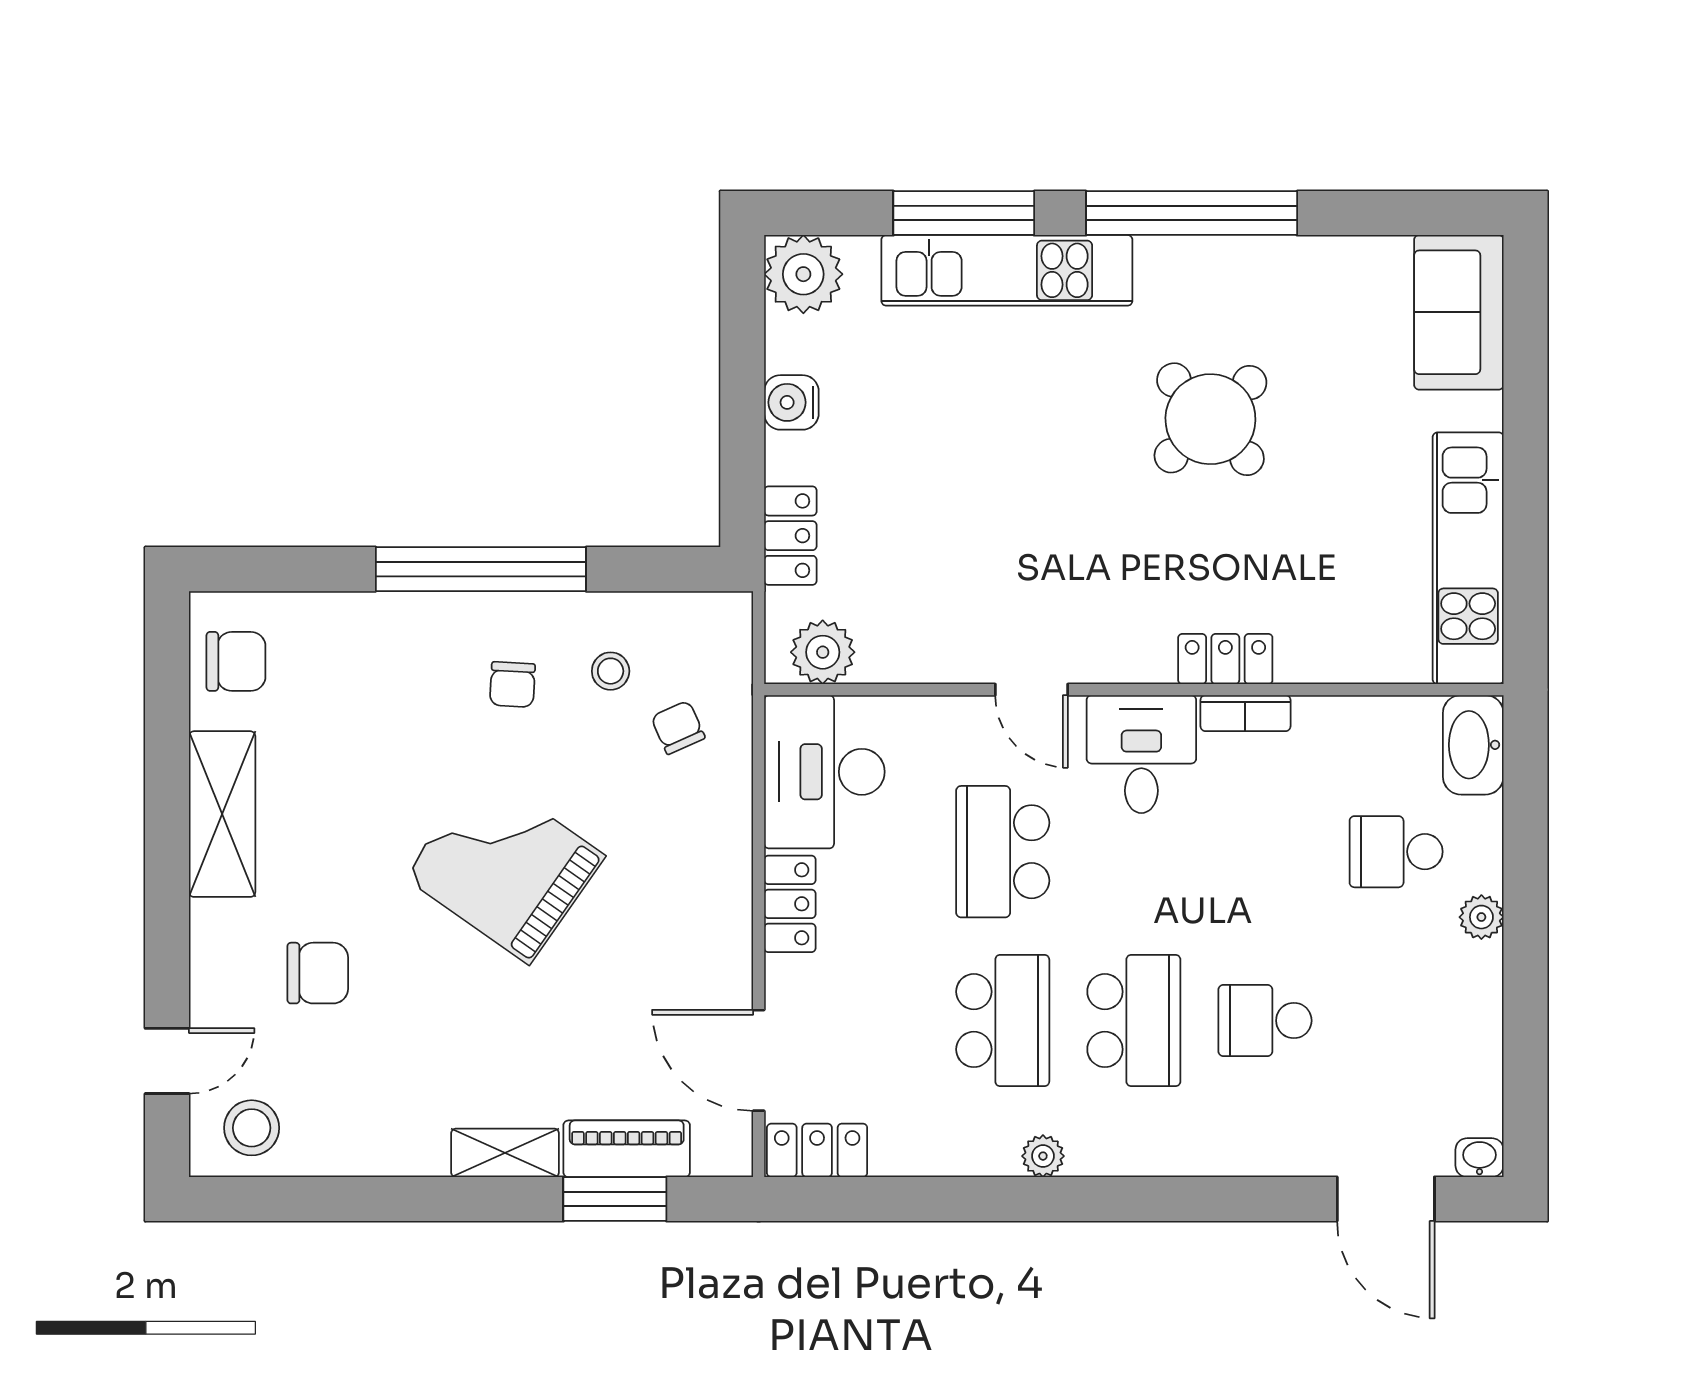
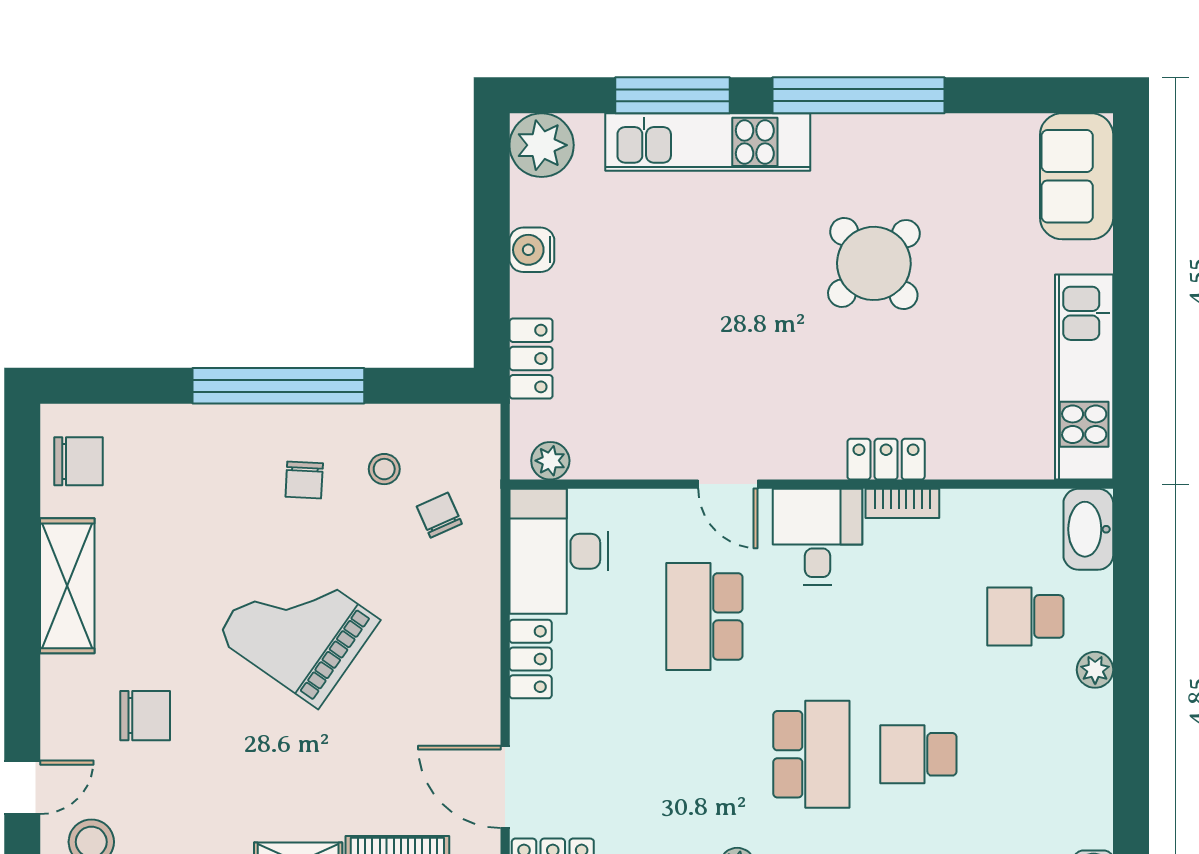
plant: (823, 652) -> (550, 461), width x0.73, depth x0.73
school desk: (1003, 1021) -> (704, 754), removed

